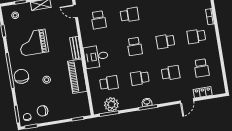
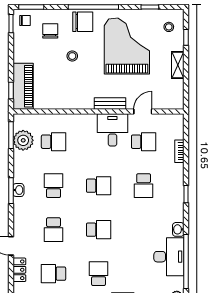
door: (75, 11) -> (143, 112), moved
school desk: (99, 20) -> (144, 142), turned 180
school desk: (165, 41) -> (99, 230), turned 90
grand piano: (33, 43) -> (127, 46), width x1.37, depth x1.48
school desk: (135, 46) -> (99, 186), turned 180
desk: (96, 57) -> (112, 130), moved
piano: (77, 76) -> (23, 86), moved, turned 90
school desk: (109, 83) -> (53, 142), turned -90
chair: (42, 111) -> (50, 31), moved

